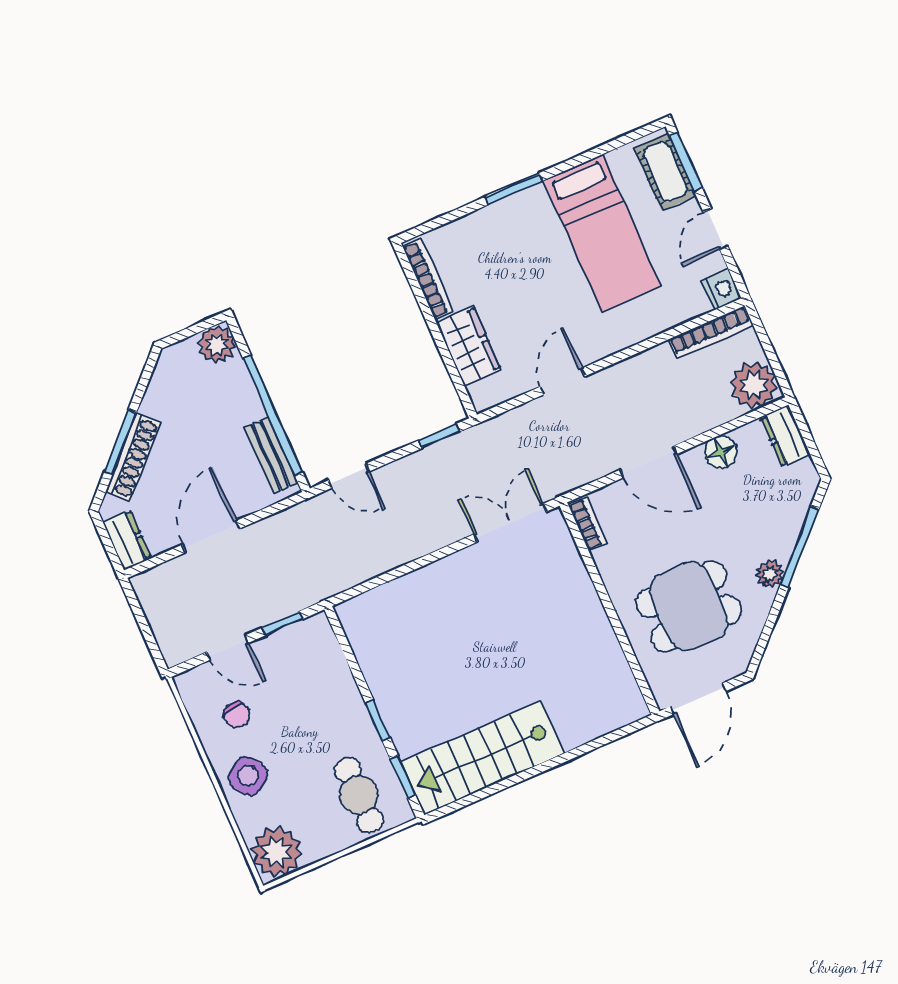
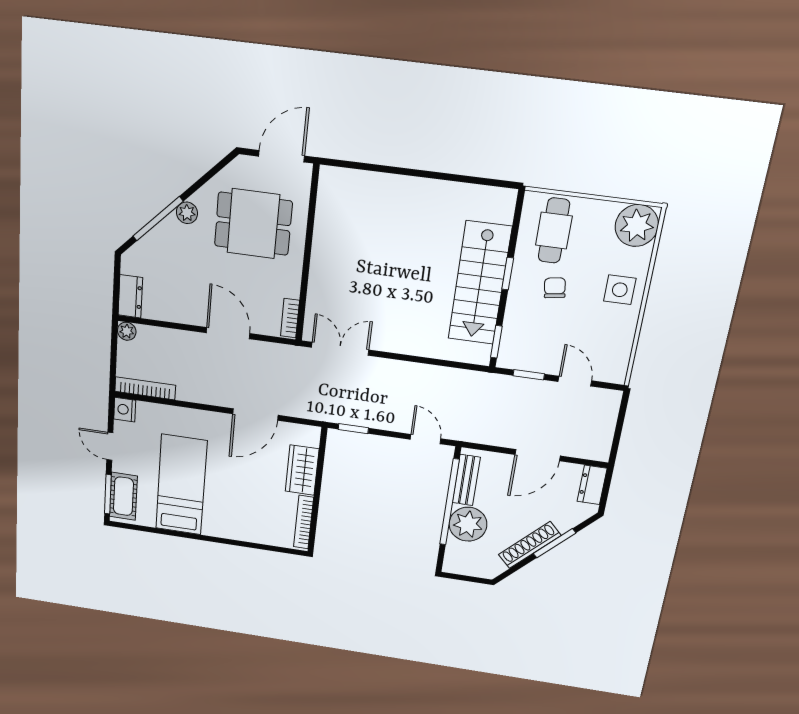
window: (514, 189) -> (221, 540), removed
door: (716, 229) -> (110, 446), swing flipped
plant: (217, 345) -> (468, 524), moved, width x1.36, depth x1.36
door: (563, 382) -> (255, 414), width x1.38
plant: (754, 385) -> (127, 331), width x0.53, depth x0.53
floor lamp: (721, 452) -> (178, 311), removed
shoe rack: (133, 457) -> (530, 545), moved
double door: (510, 523) -> (340, 349), swing flipped
chair: (237, 715) -> (555, 288), moved
stairs: (482, 758) -> (480, 283), moved, turned 90
side table: (248, 776) -> (620, 290), turned 37
window: (403, 777) -> (496, 342), moved

